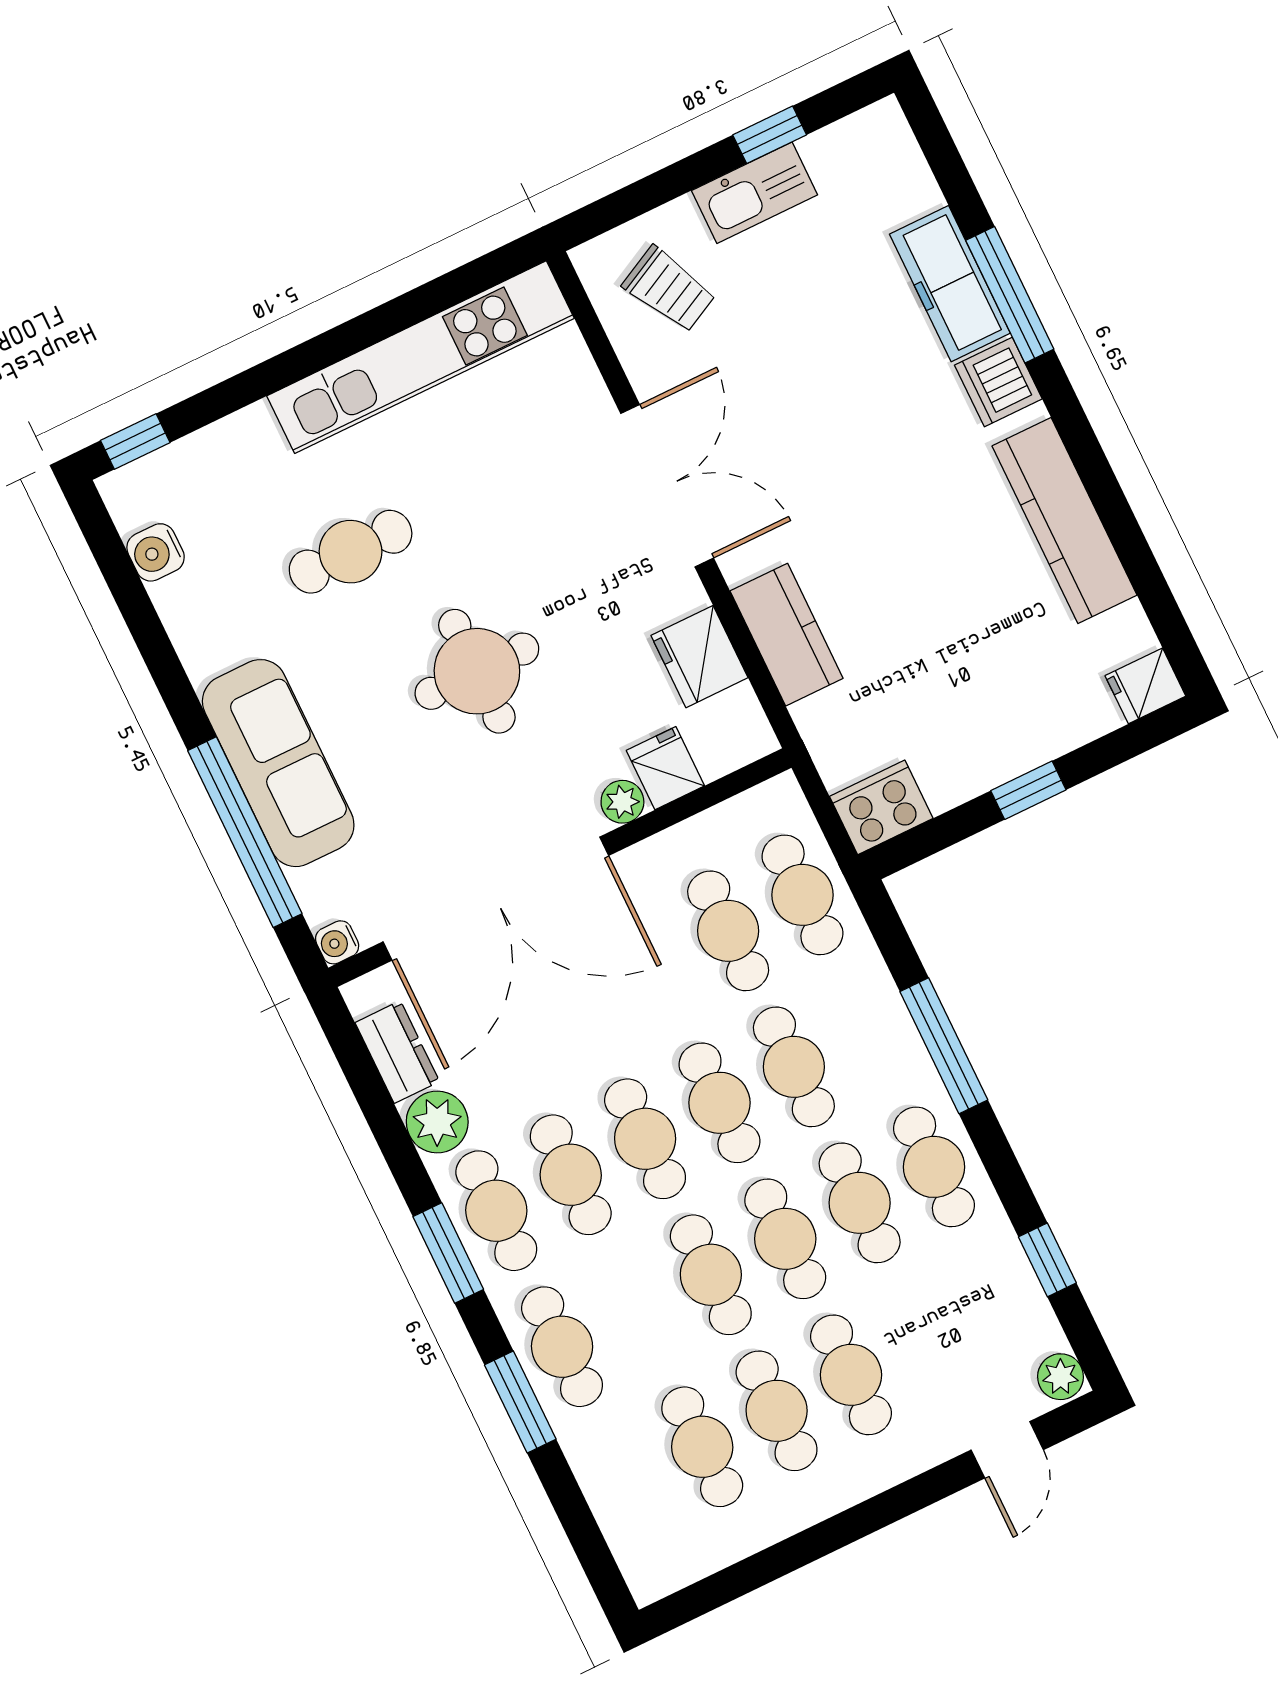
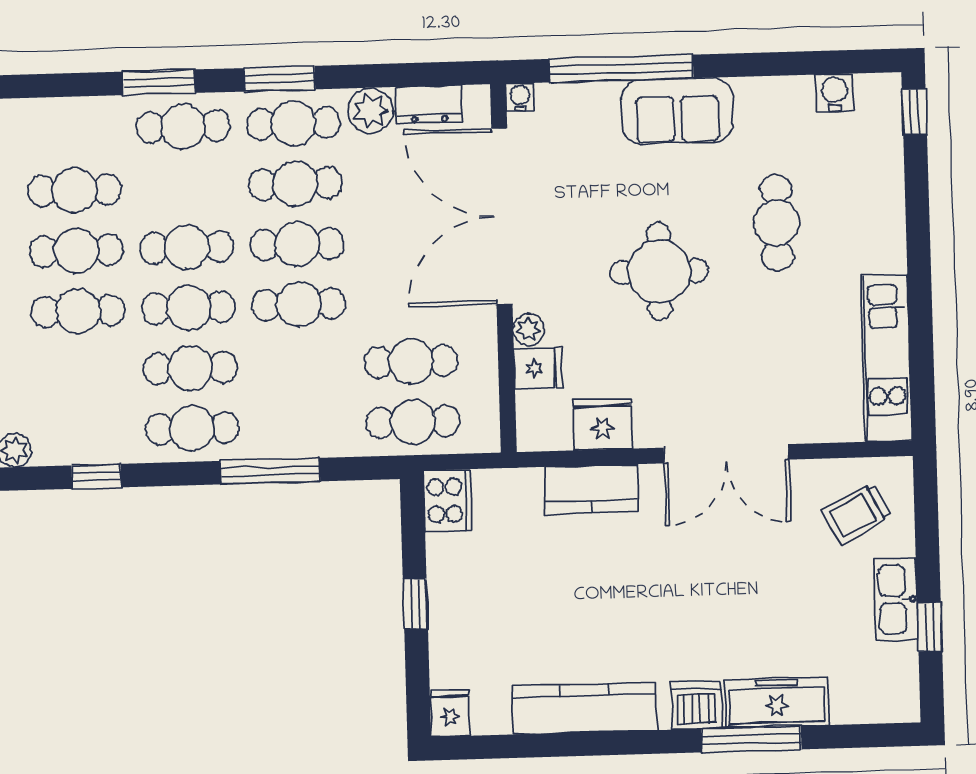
kitchen unit: (421, 357) -> (886, 358), width x0.73
sofa: (278, 763) -> (677, 111), width x0.73
cafe table: (794, 1067) -> (301, 365), removed

